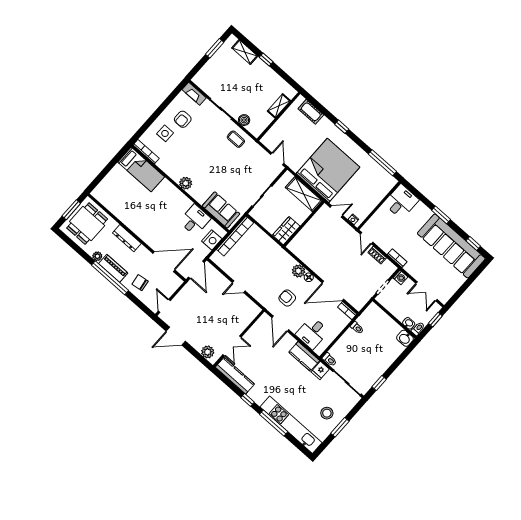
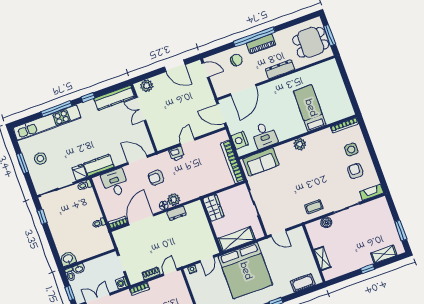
bed: (141, 169) -> (310, 108), moved, turned 90
dining table: (87, 223) -> (311, 42), turned 90
door: (367, 238) -> (170, 272), hinge flipped
plant: (97, 256) -> (278, 36), removed
dresser: (310, 262) -> (177, 213), added
printer: (255, 291) -> (177, 154), added
armchair: (287, 298) -> (156, 178), turned 180
door: (176, 336) -> (175, 66), swing flipped

